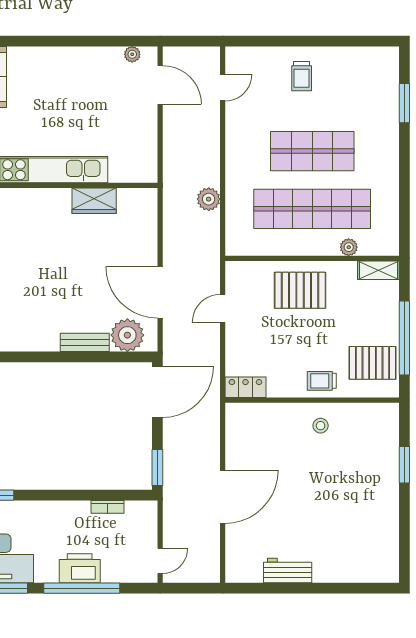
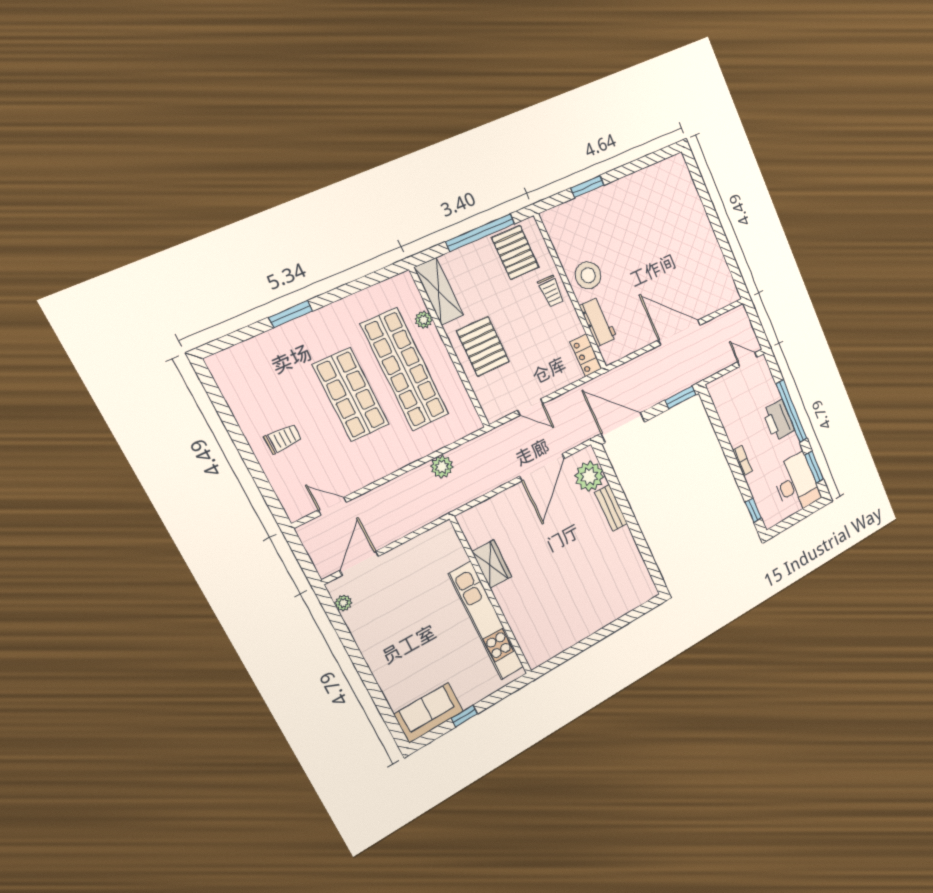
window: (404, 103) -> (291, 314), moved
shelving: (378, 270) -> (439, 291), width x1.50, depth x1.33
stool: (321, 426) -> (588, 275), width x1.89, depth x1.89
bookcase: (107, 507) -> (743, 461), moved
workbench: (288, 570) -> (598, 322), moved, turned 180

